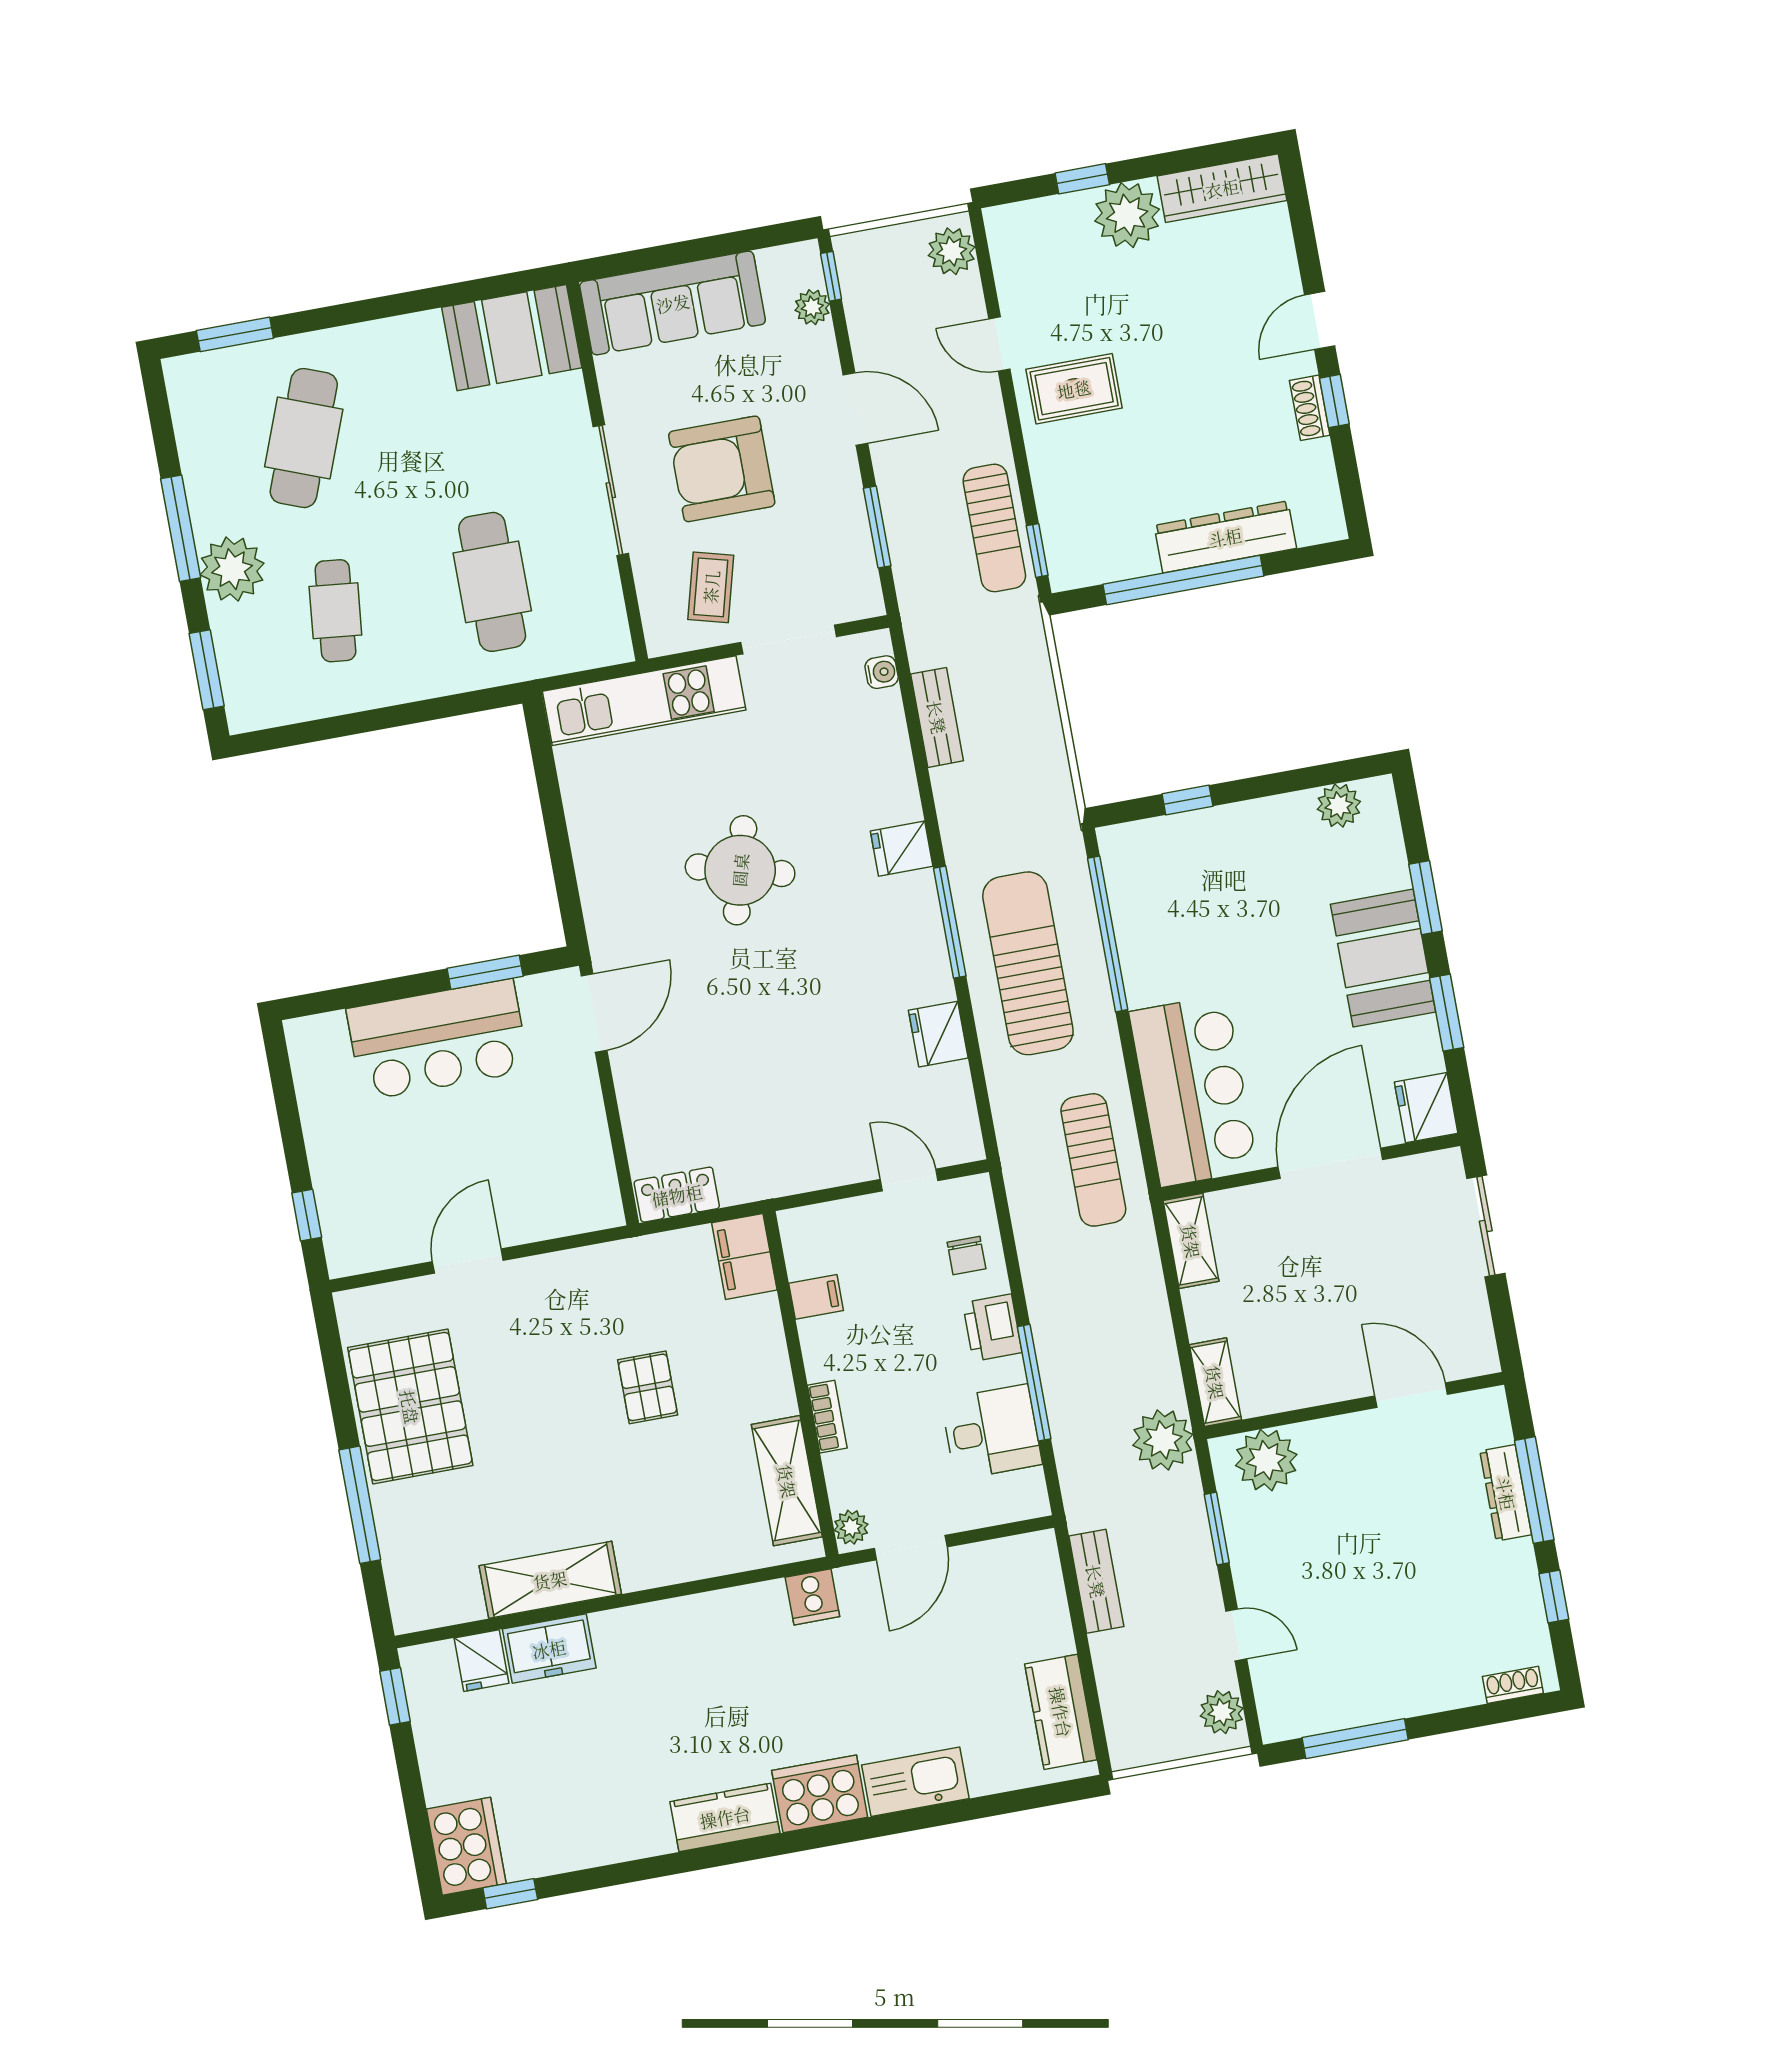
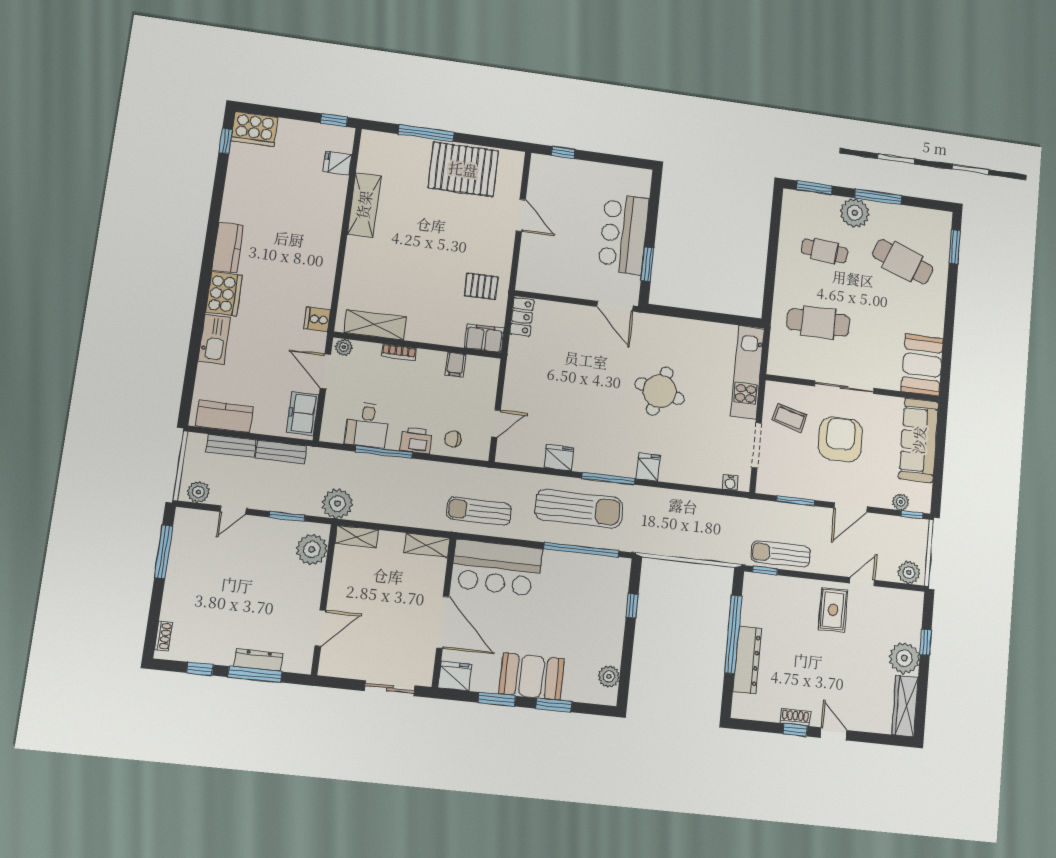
bench: (937, 717) -> (231, 446), moved
pallet: (648, 1387) -> (481, 286), moved
freezer: (549, 1649) -> (303, 413), moved

